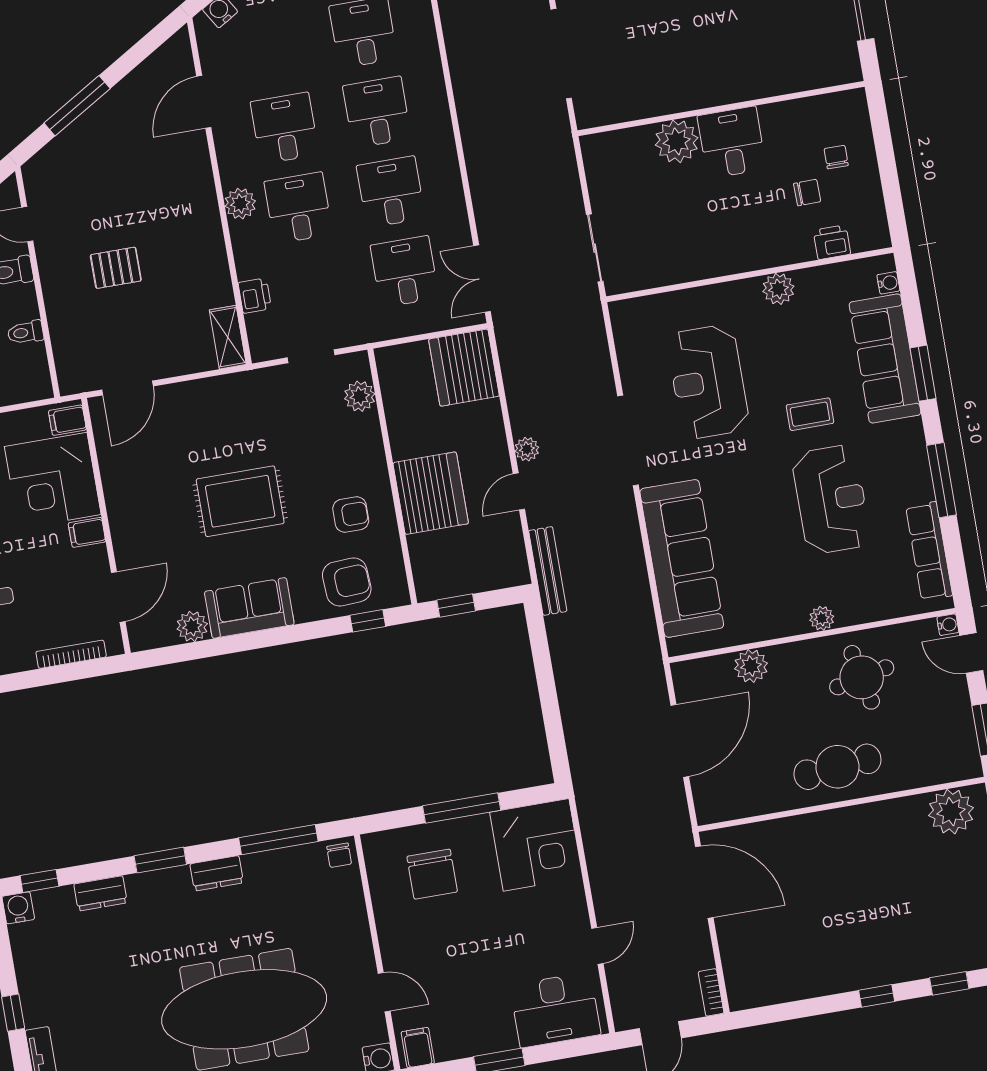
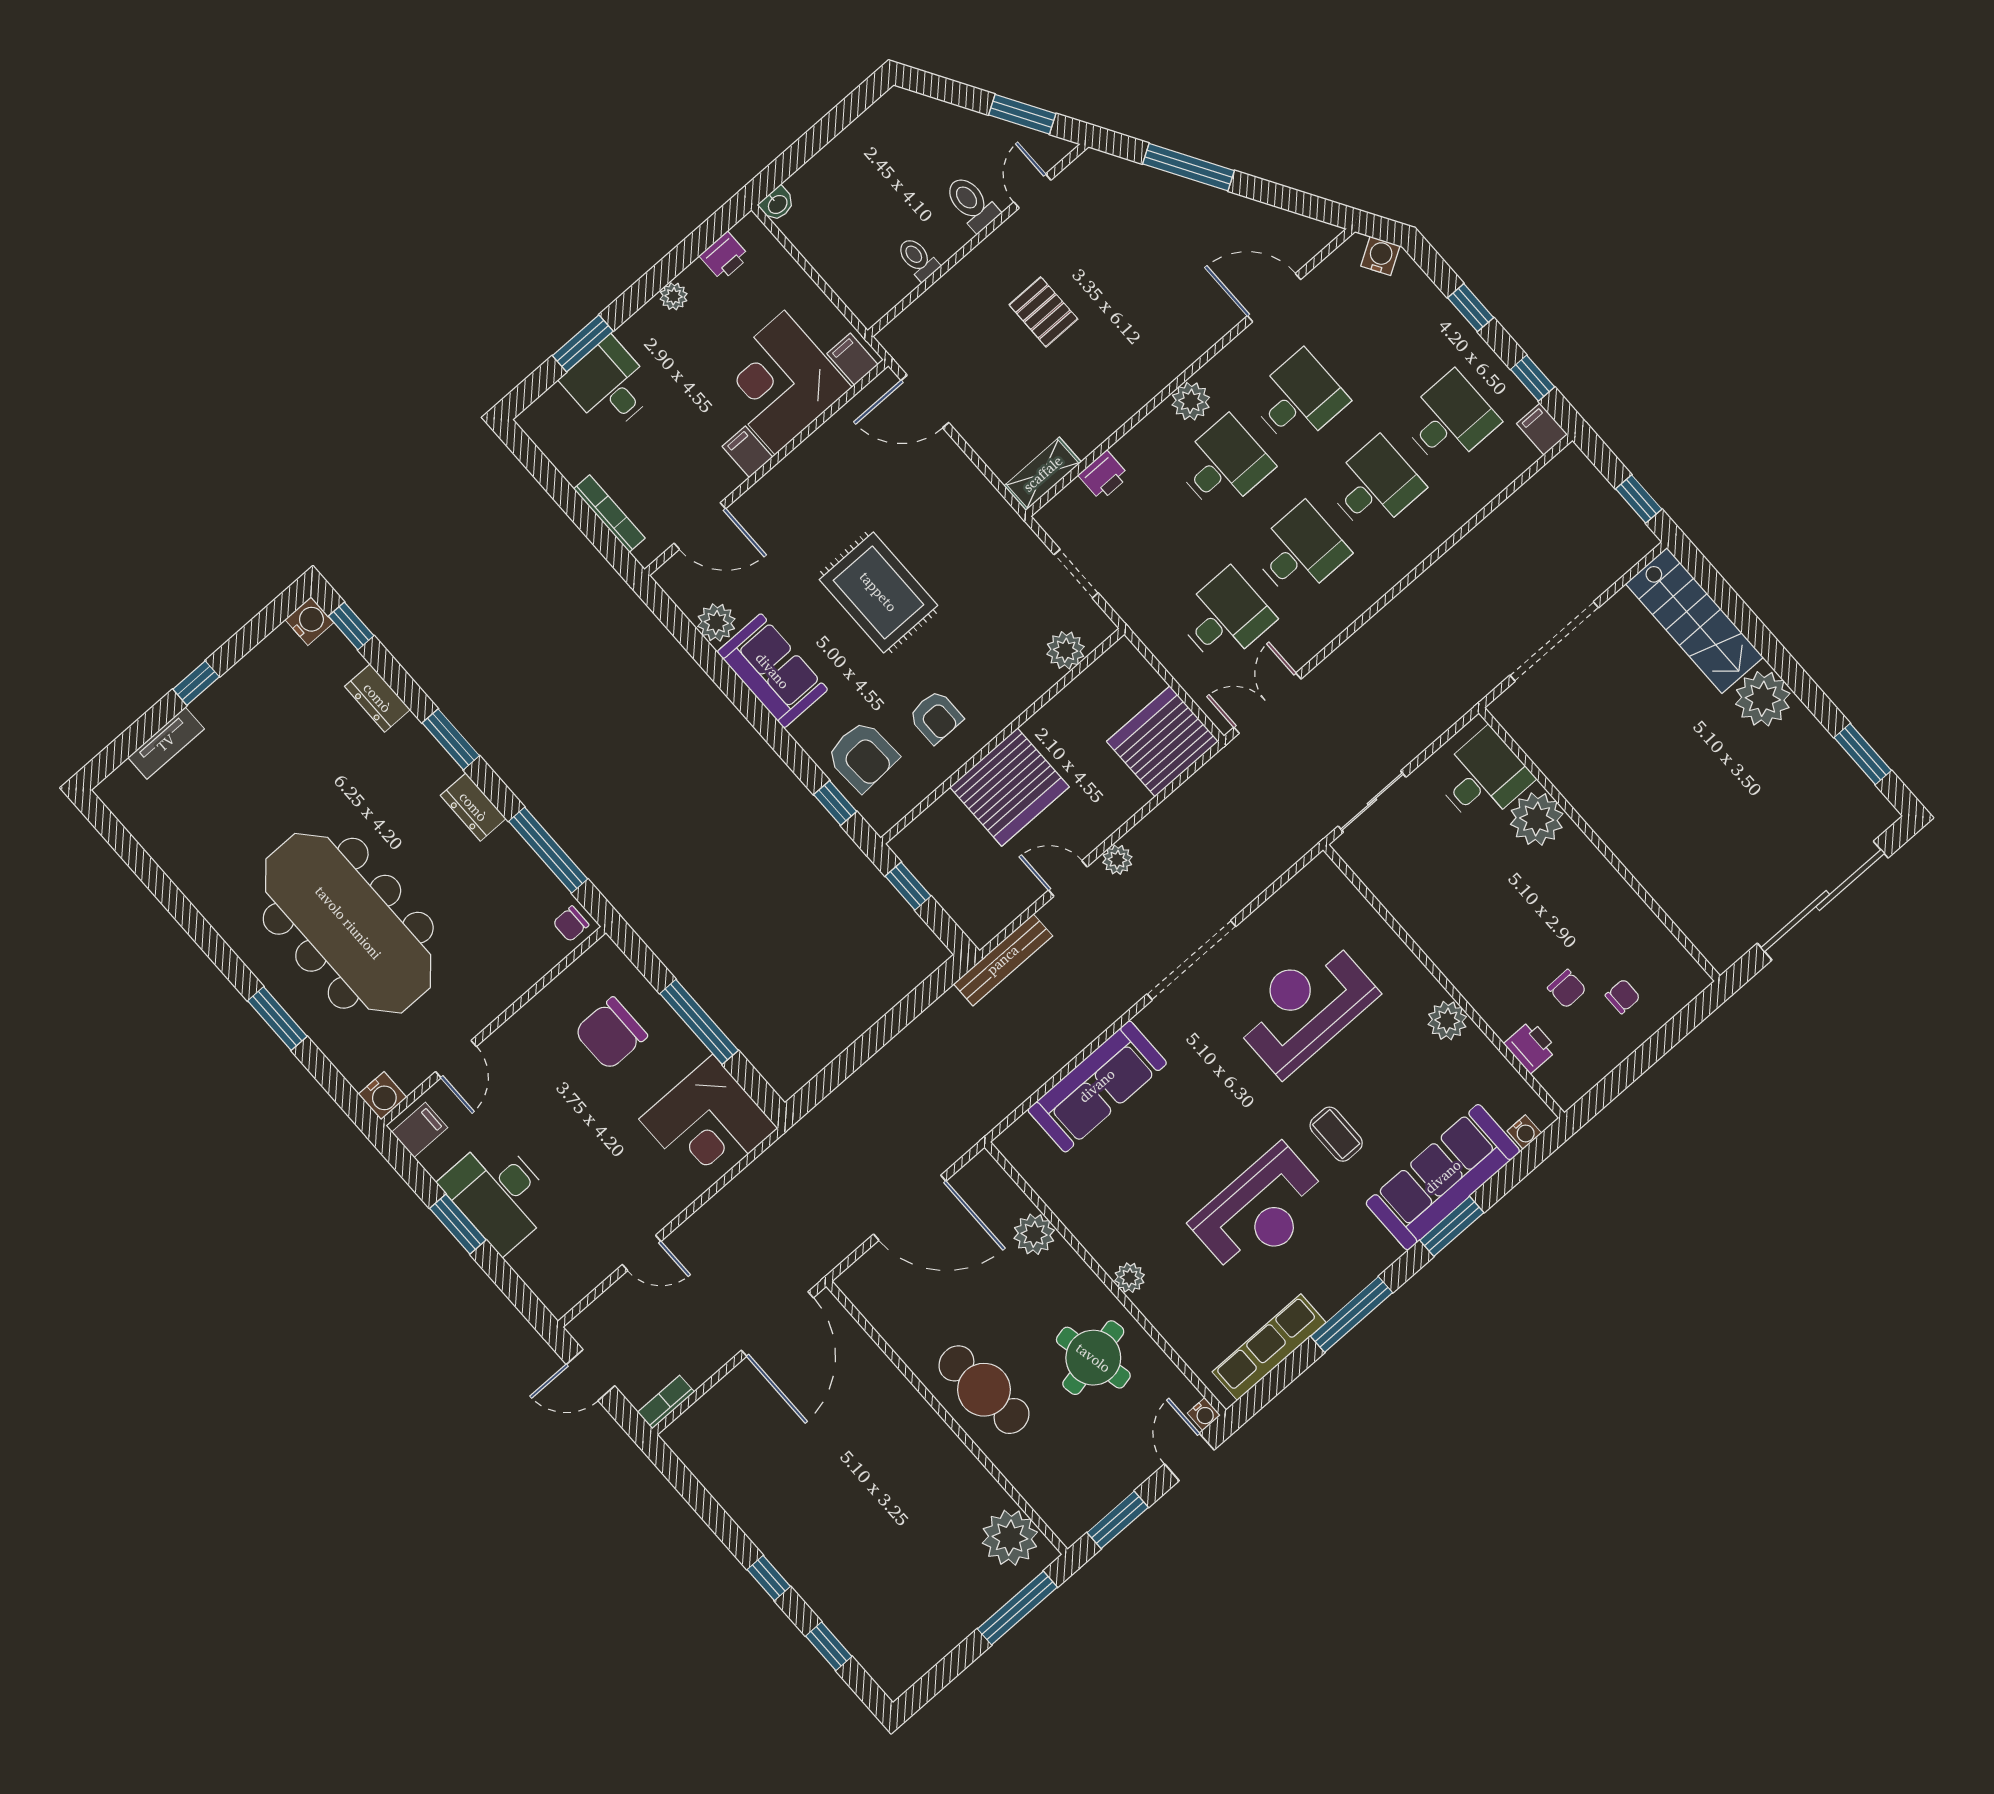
desk: (732, 142) -> (1483, 777), moved
sofa: (682, 558) -> (1097, 1086), width x0.74, depth x0.79
desk: (555, 1010) -> (499, 1194), moved

